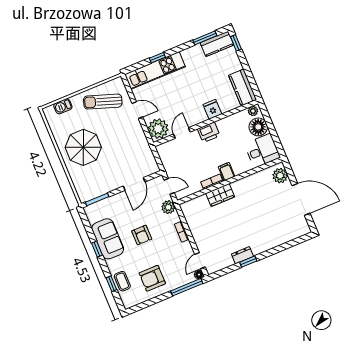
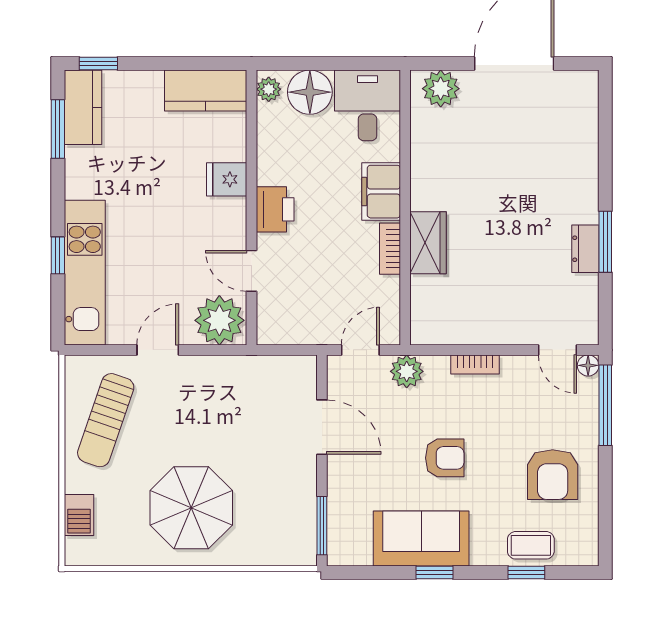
filing cabinet: (227, 172) -> (381, 192), width x2.00
window: (248, 262) -> (605, 242), width x1.50

